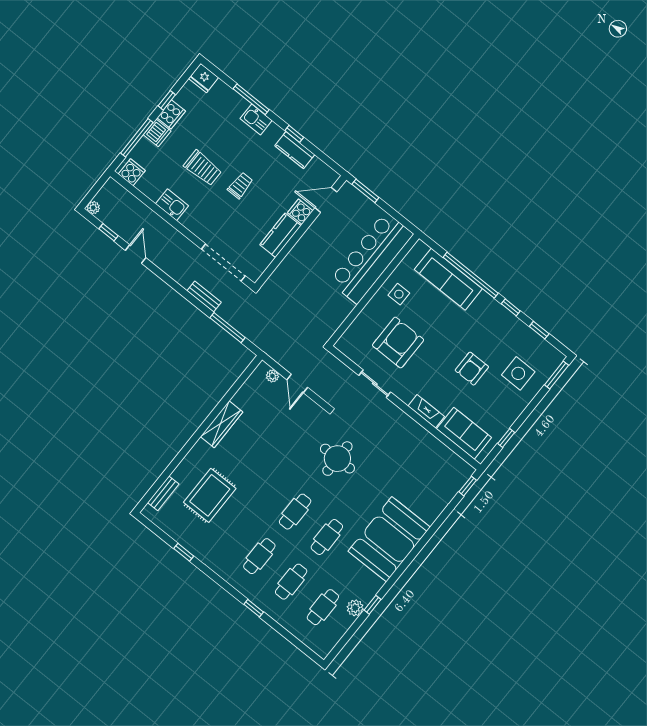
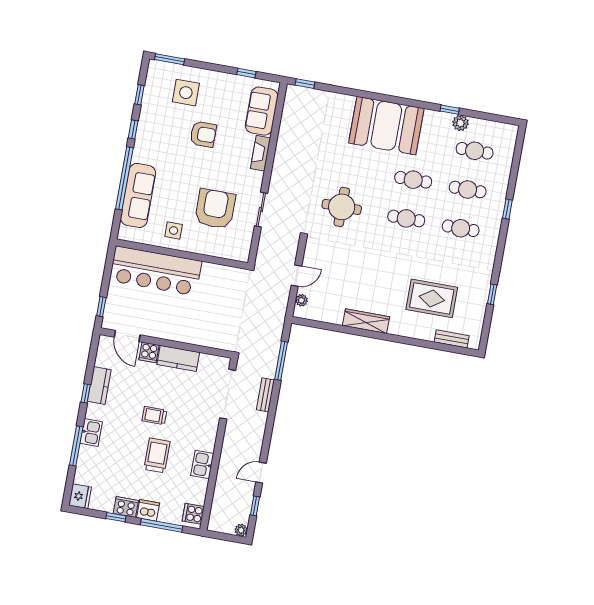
window: (365, 191) -> (101, 307), width x0.67
armchair: (398, 342) -> (215, 209), turned 90

